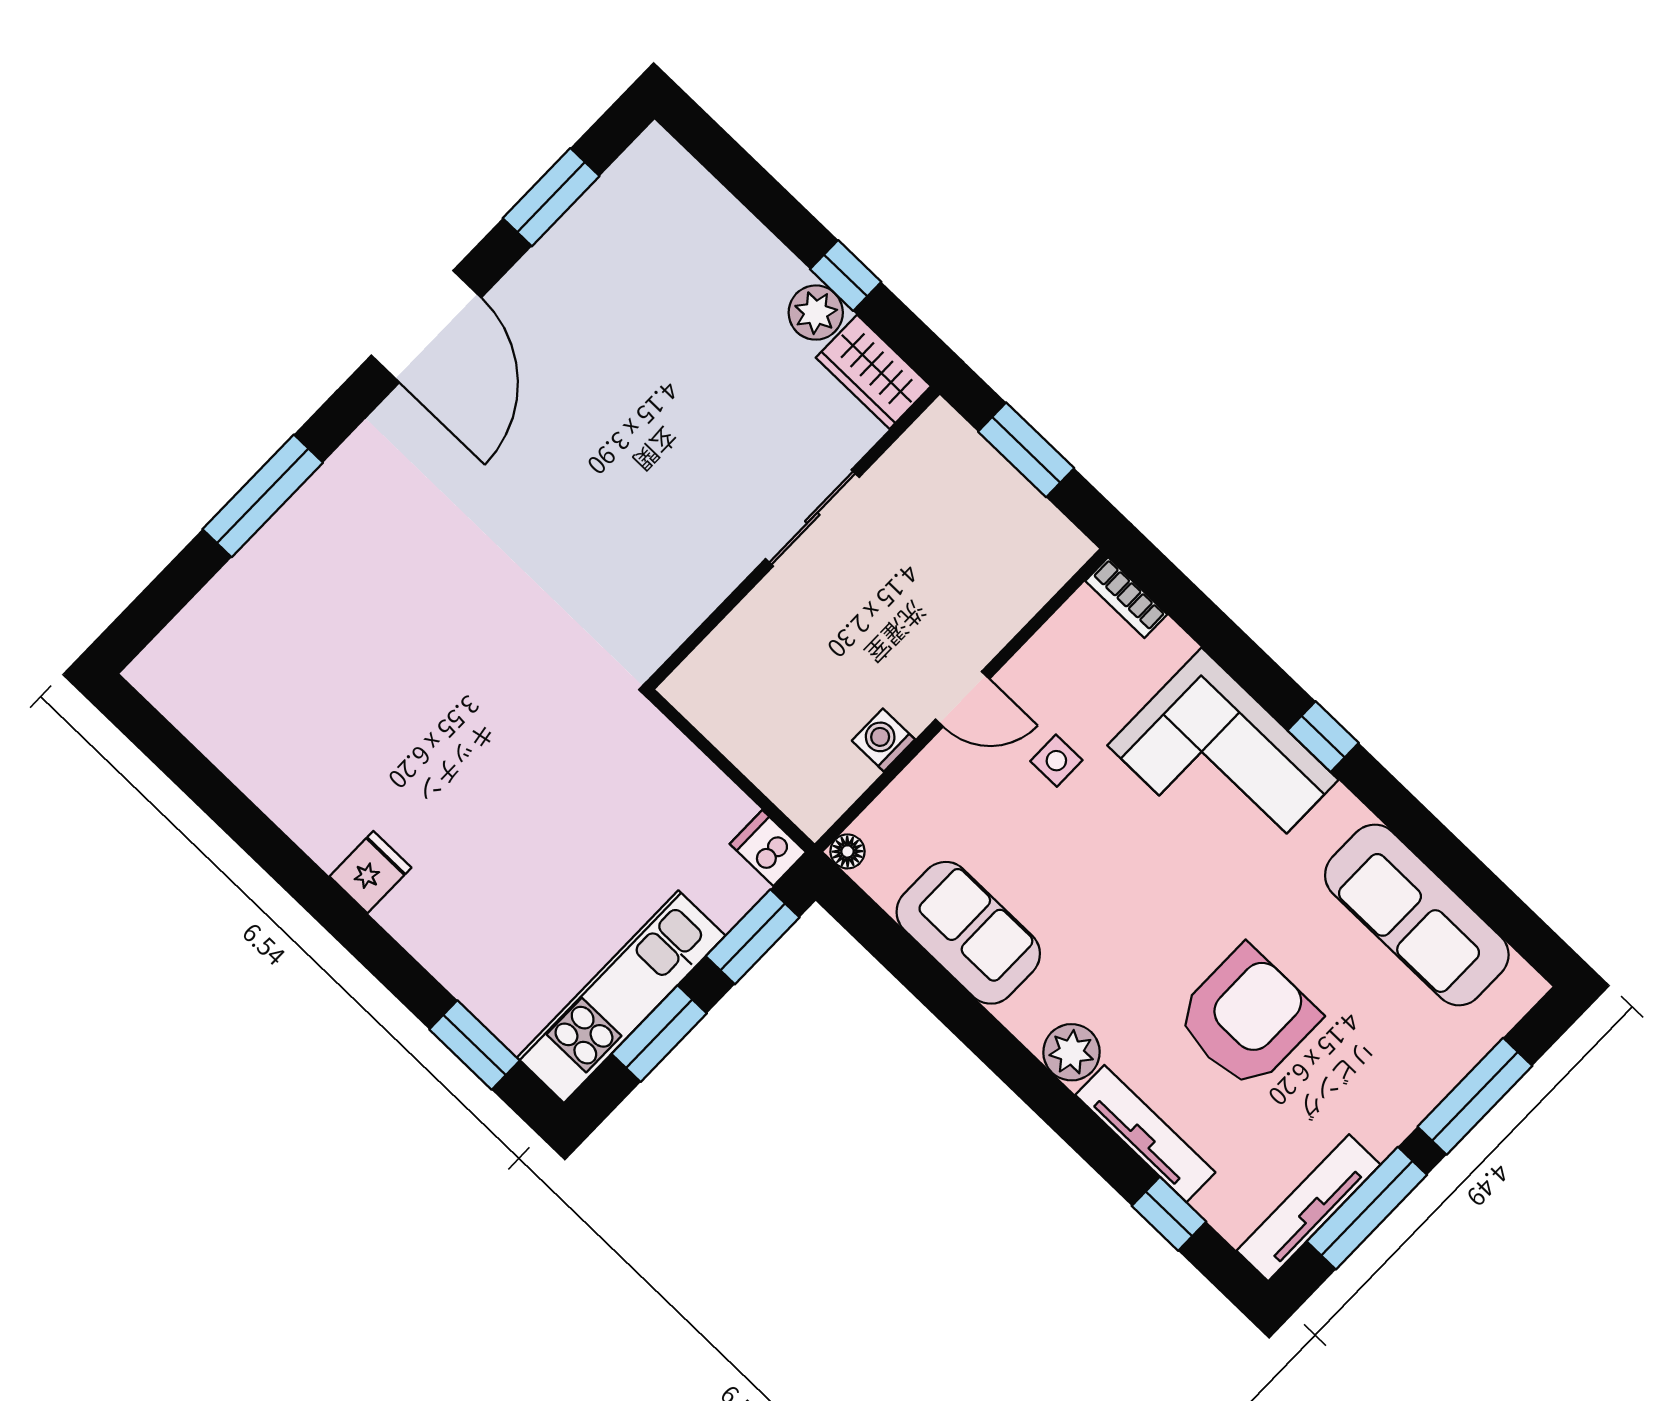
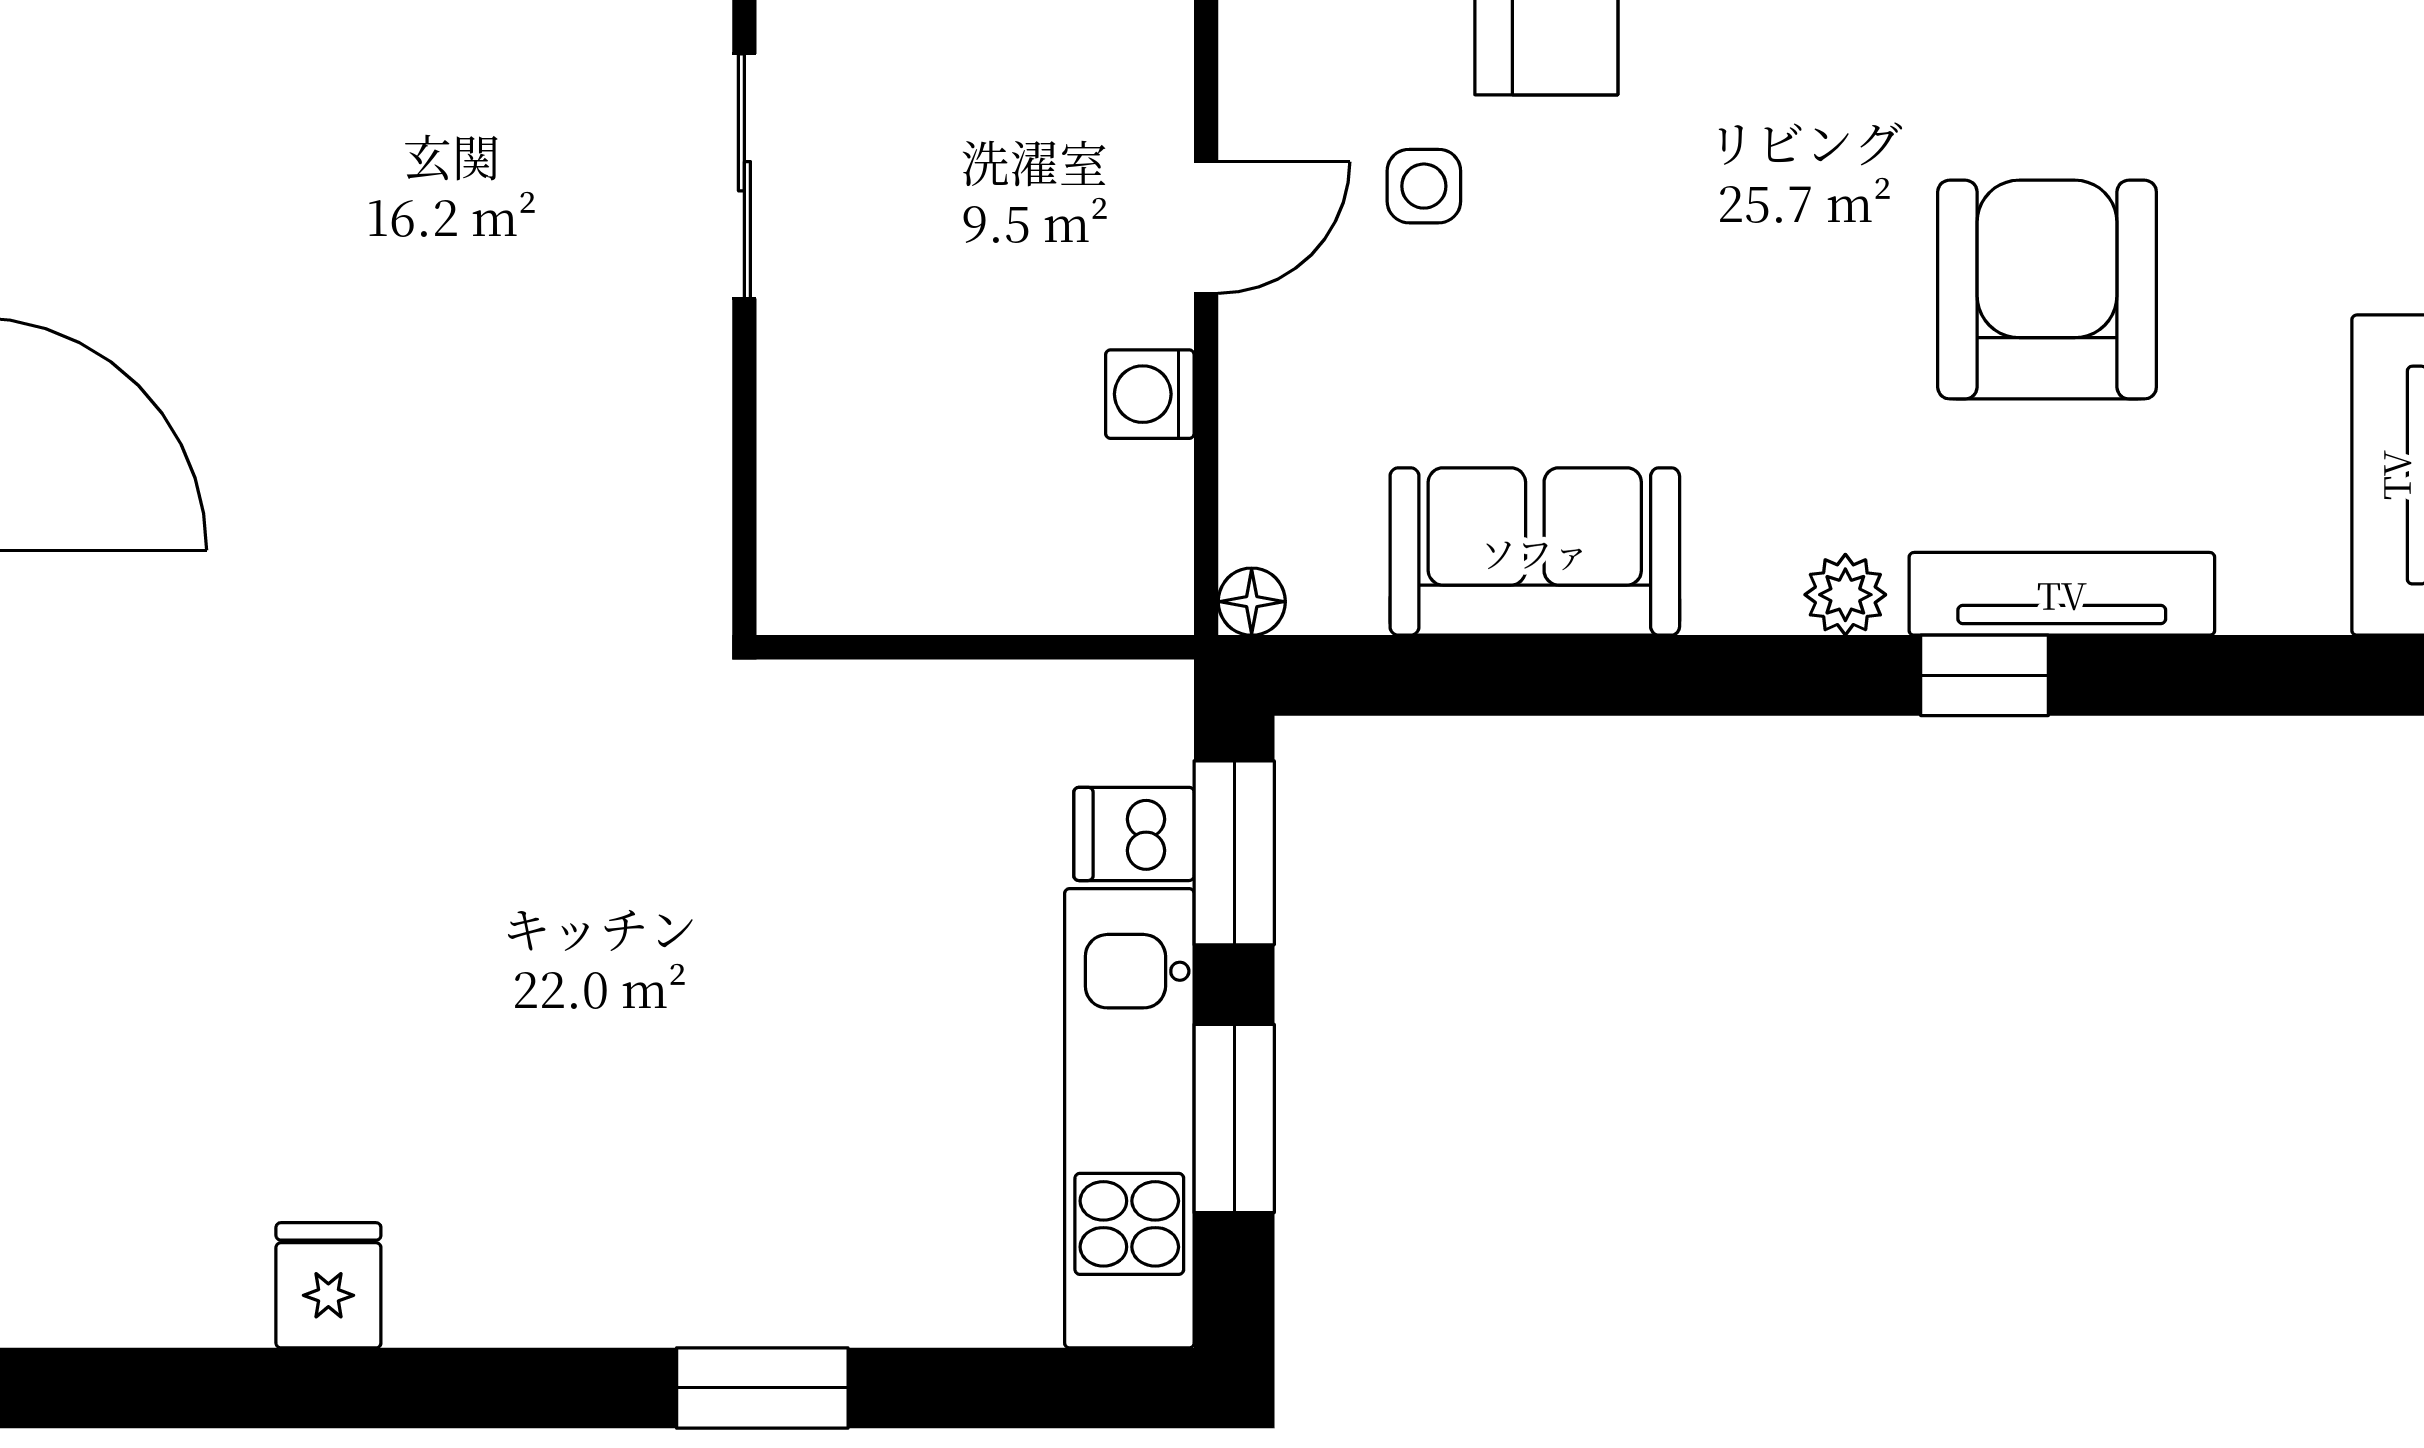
dishwasher: (768, 848) -> (1134, 834), moved
fridge: (370, 872) -> (328, 1285), moved
window: (475, 1045) -> (762, 1388), moved
plant: (1072, 1052) -> (1845, 595), width x0.73, depth x0.73
window: (1169, 1214) -> (1984, 675), moved

